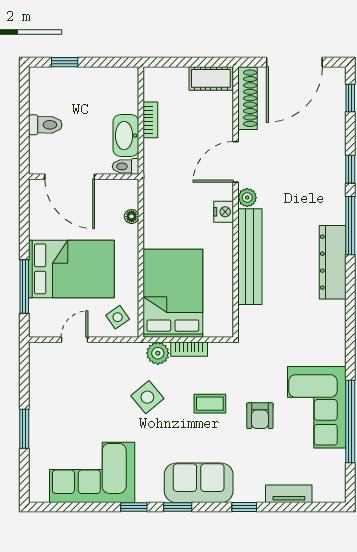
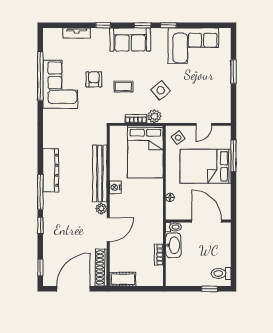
toilet: (45, 125) -> (221, 273), moved
nightstand: (224, 212) -> (115, 187), moved

